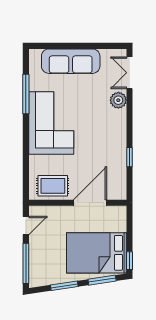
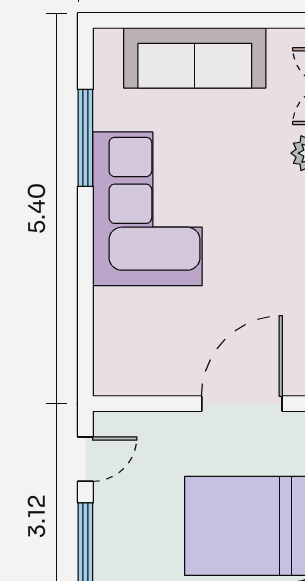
rug: (53, 186) -> (151, 362), removed

